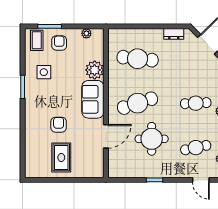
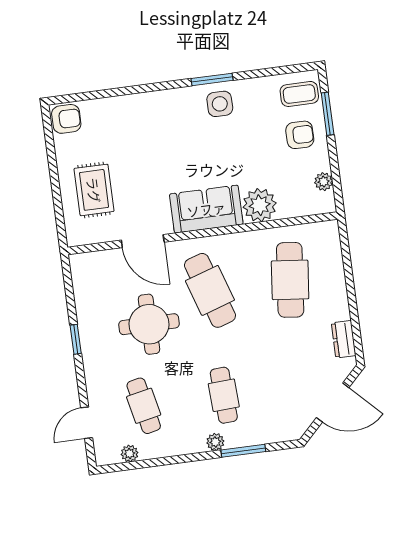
side table: (44, 72) -> (220, 104), moved
armchair: (59, 125) -> (66, 119), moved
rug: (61, 157) -> (94, 190), moved, turned 90

